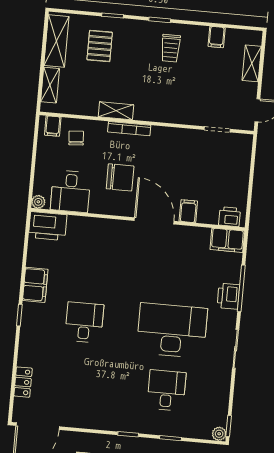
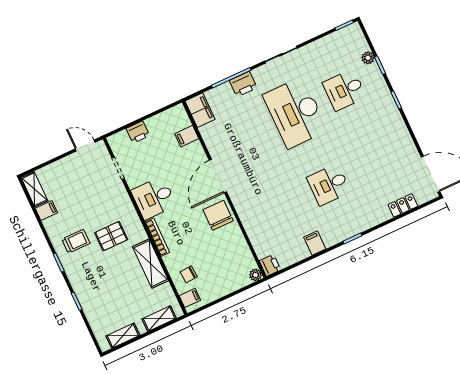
shelving: (56, 41) -> (123, 336), width x0.67, depth x0.75
pallet: (100, 46) -> (111, 236), moved
shelving: (252, 63) -> (34, 189), moved, turned 90
shelving: (116, 111) -> (150, 264), width x1.50, depth x1.33
chair: (120, 177) -> (218, 215), moved
desk: (71, 191) -> (154, 198), moved, turned 180
filing cabinet: (188, 211) -> (187, 136), moved
printer: (230, 217) -> (138, 132), moved, turned -90
printer: (48, 226) -> (270, 265), width x0.53, depth x0.68
filing cabinet: (35, 285) -> (315, 243), width x0.50
plant: (219, 434) -> (368, 58), moved

